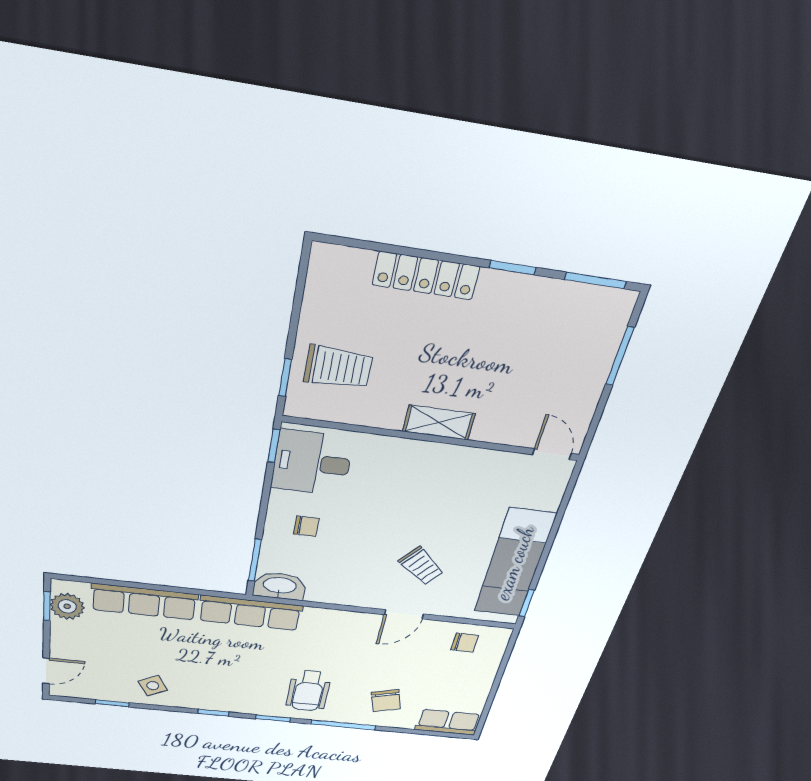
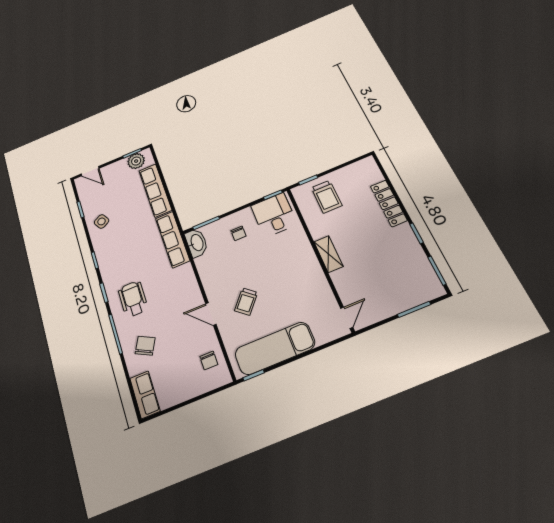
wheelchair: (308, 691) -> (133, 299), turned 90
chair: (386, 701) -> (145, 346), turned 133

